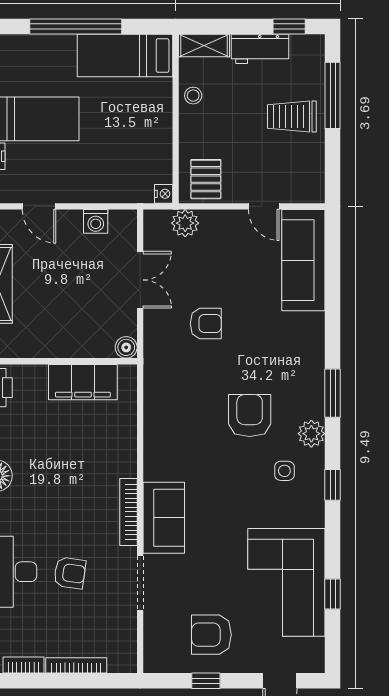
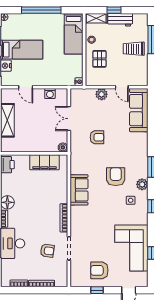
window: (289, 27) -> (114, 10), moved
bed: (125, 56) -> (74, 34), moved, turned -90
pallet: (206, 179) -> (99, 59), moved
plant: (185, 223) -> (102, 94), moved
double door: (140, 280) -> (69, 119), swing flipped
sofa: (164, 518) -> (79, 190), moved
armchair: (70, 573) -> (47, 251), moved

